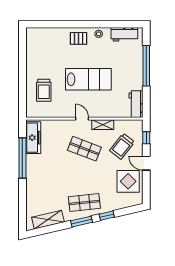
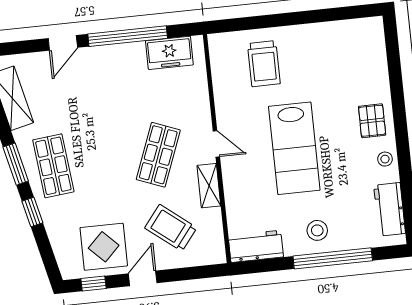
stool: (131, 72) -> (317, 230), added
trolley: (44, 90) -> (264, 64), turned -90
door: (82, 119) -> (216, 144), hinge flipped
freezer: (33, 138) -> (169, 53), width x0.71
window: (146, 138) -> (94, 283), moved
door: (22, 191) -> (63, 43), added

